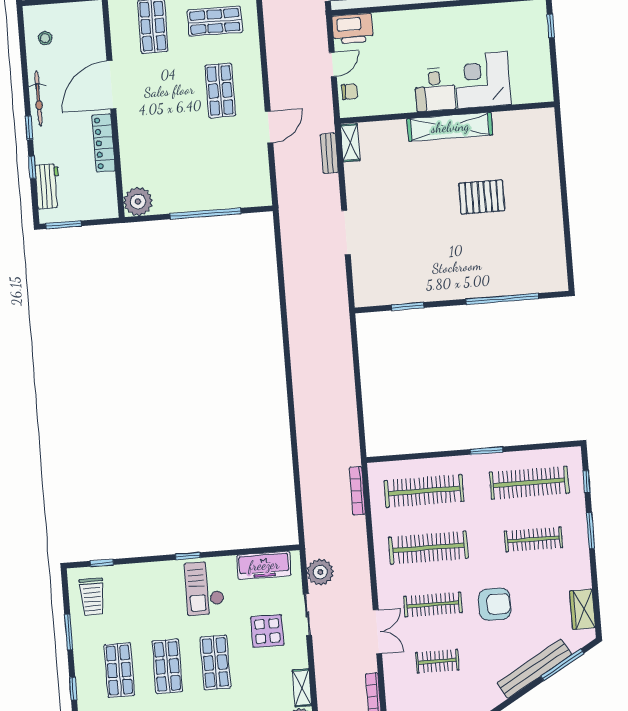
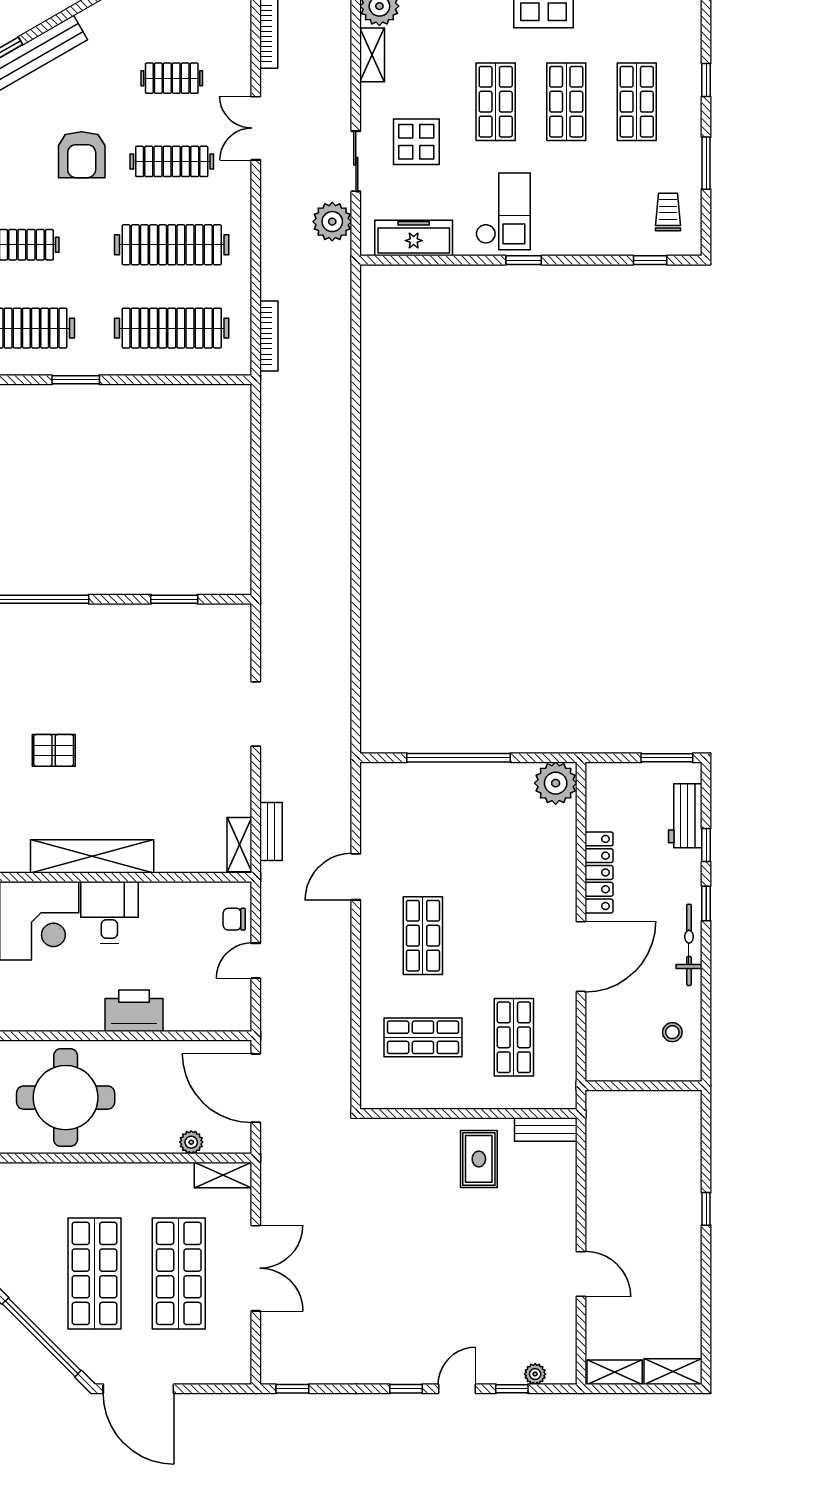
printer: (353, 29) -> (134, 1011), moved
pallet: (482, 197) -> (54, 750), width x0.67, depth x0.71
trolley: (92, 597) -> (668, 212), width x0.73, depth x0.72
armchair: (495, 604) -> (82, 155), turned -90

